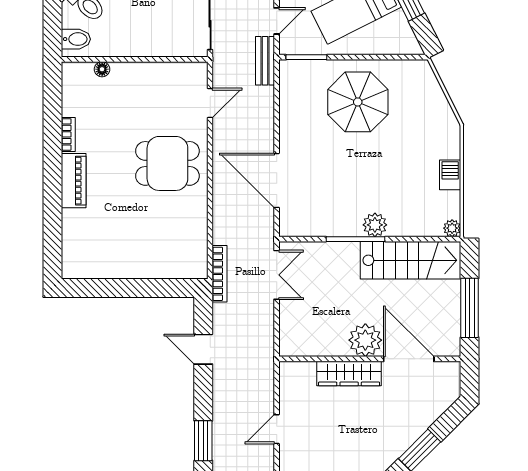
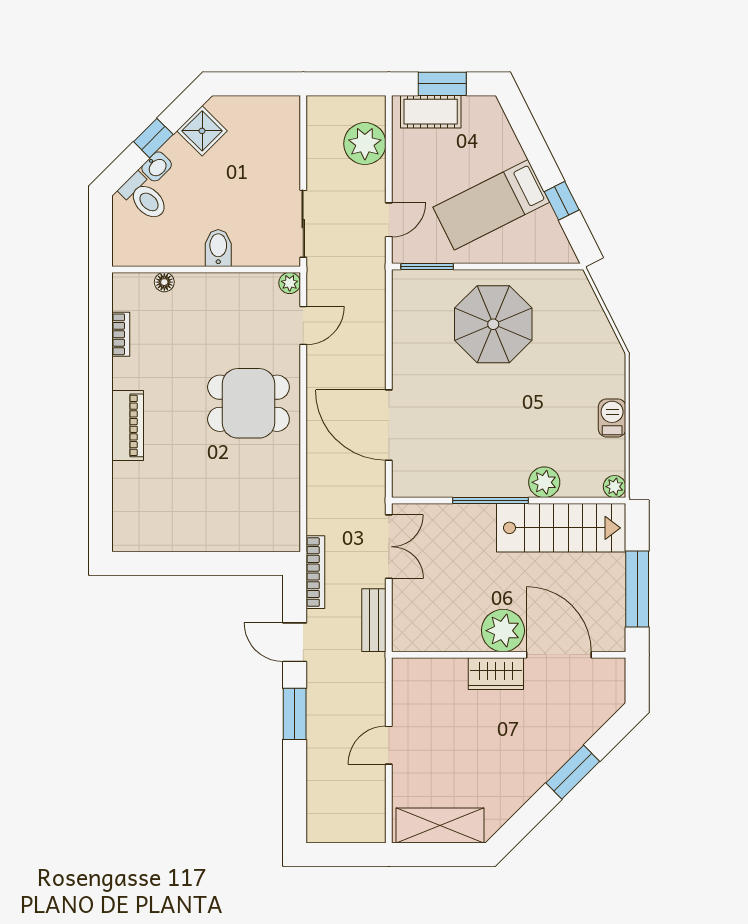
bidet: (76, 39) -> (218, 248), moved, turned -90
bench: (265, 61) -> (374, 620), moved
plant: (199, 70) -> (290, 283), added
bookcase: (68, 134) -> (121, 334), moved
plant: (375, 225) -> (544, 482), moved
bookcase: (219, 274) -> (315, 572), moved
wardrobe: (349, 374) -> (496, 674), width x0.67
window: (203, 441) -> (295, 714), moved

